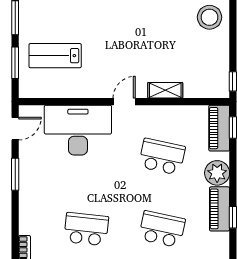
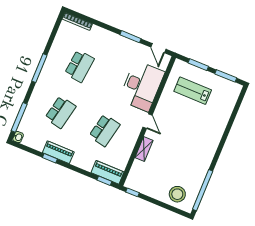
lab bench: (55, 56) -> (193, 91), turned -90
plant: (217, 173) -> (81, 160), removed

